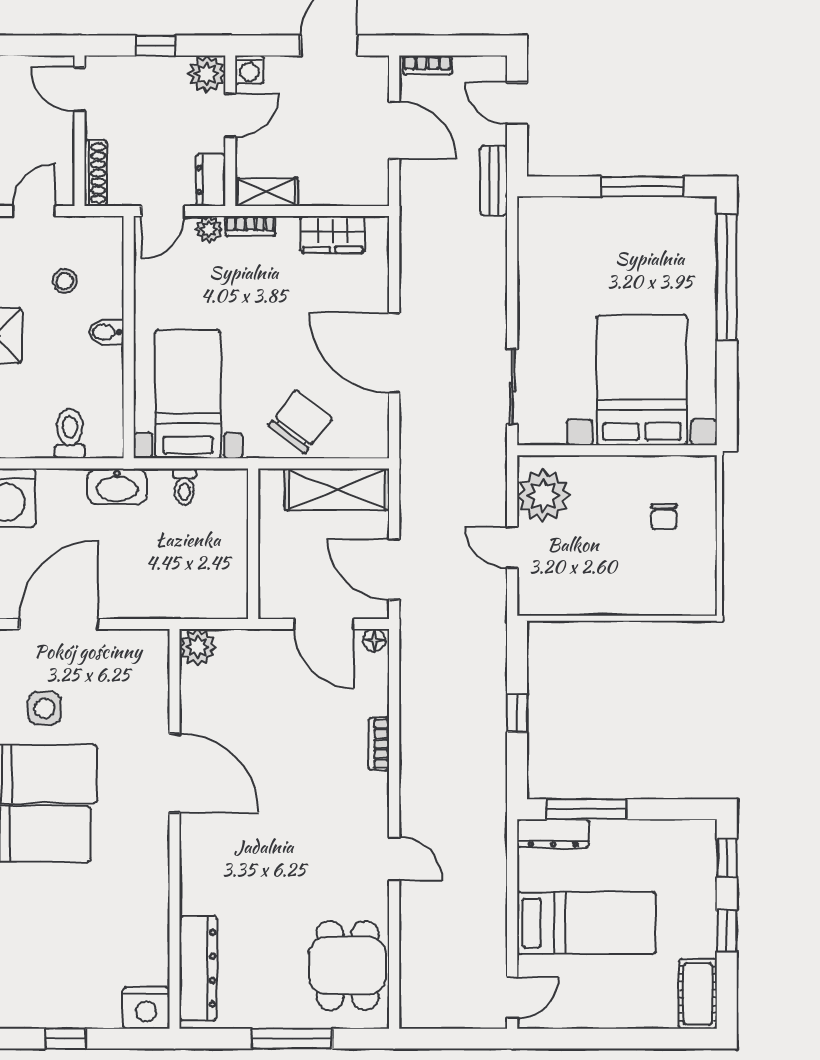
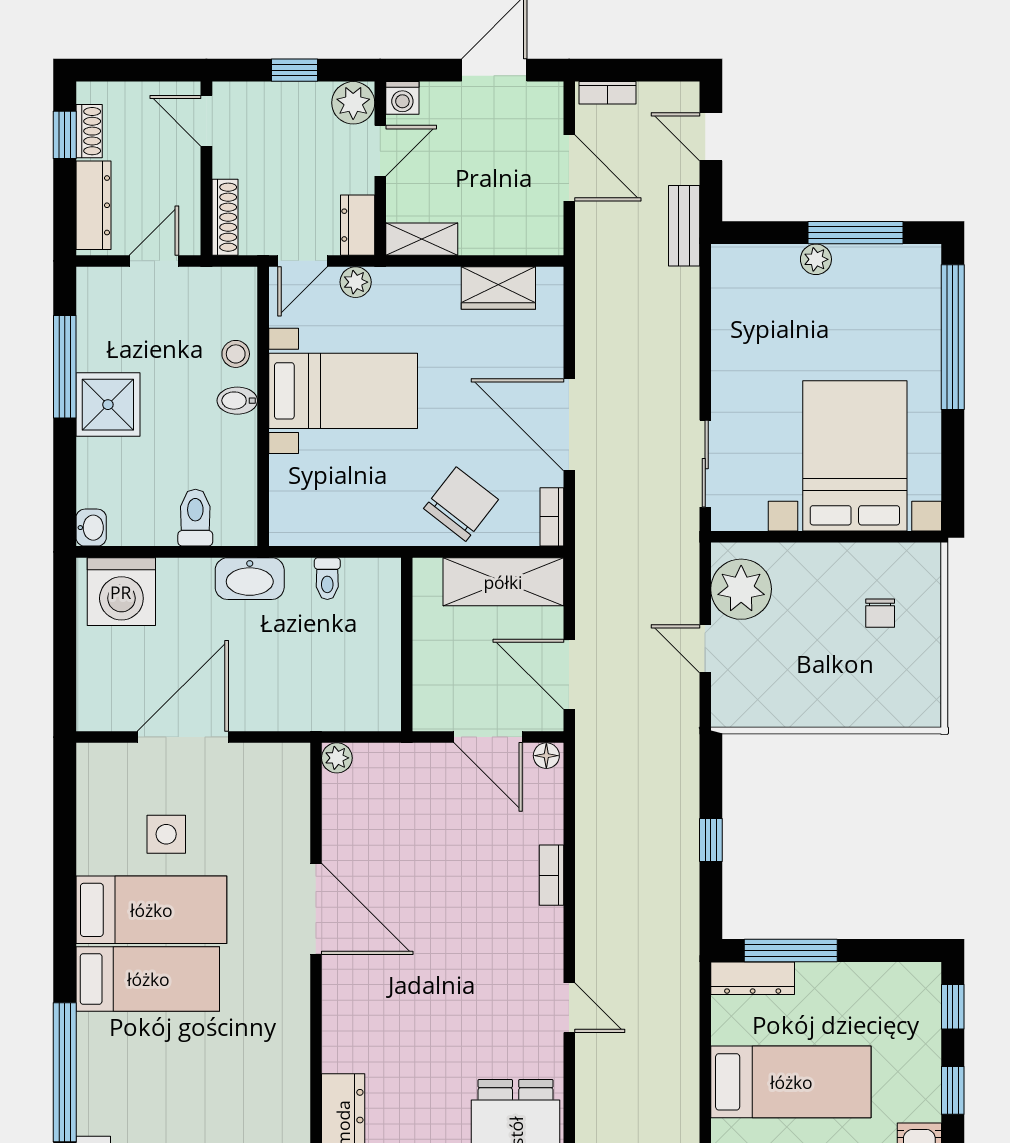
plant: (608, 210) -> (816, 259), added
bookcase: (250, 226) -> (552, 517), moved, turned 90
stool: (65, 281) -> (236, 354), moved
bed with nightstands: (188, 394) -> (343, 391), moved, turned 90
plant: (198, 647) -> (337, 758), width x0.73, depth x0.73

